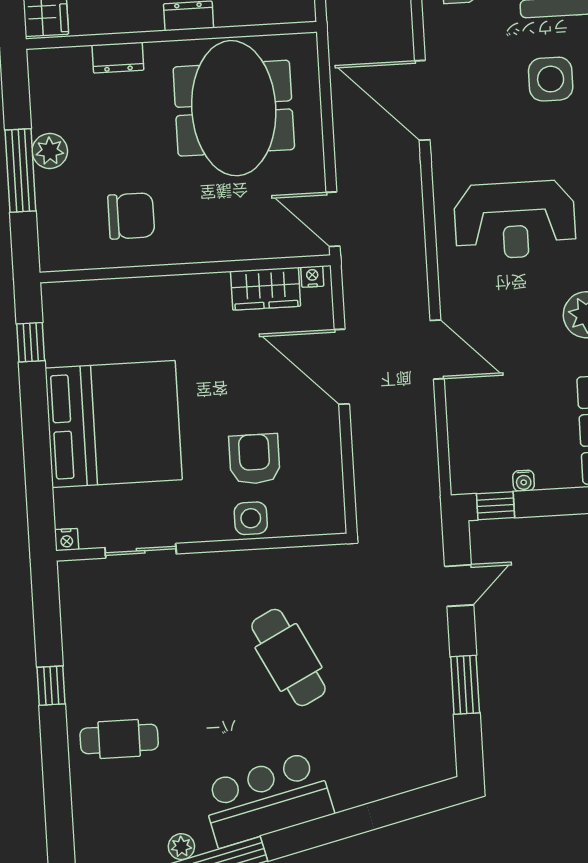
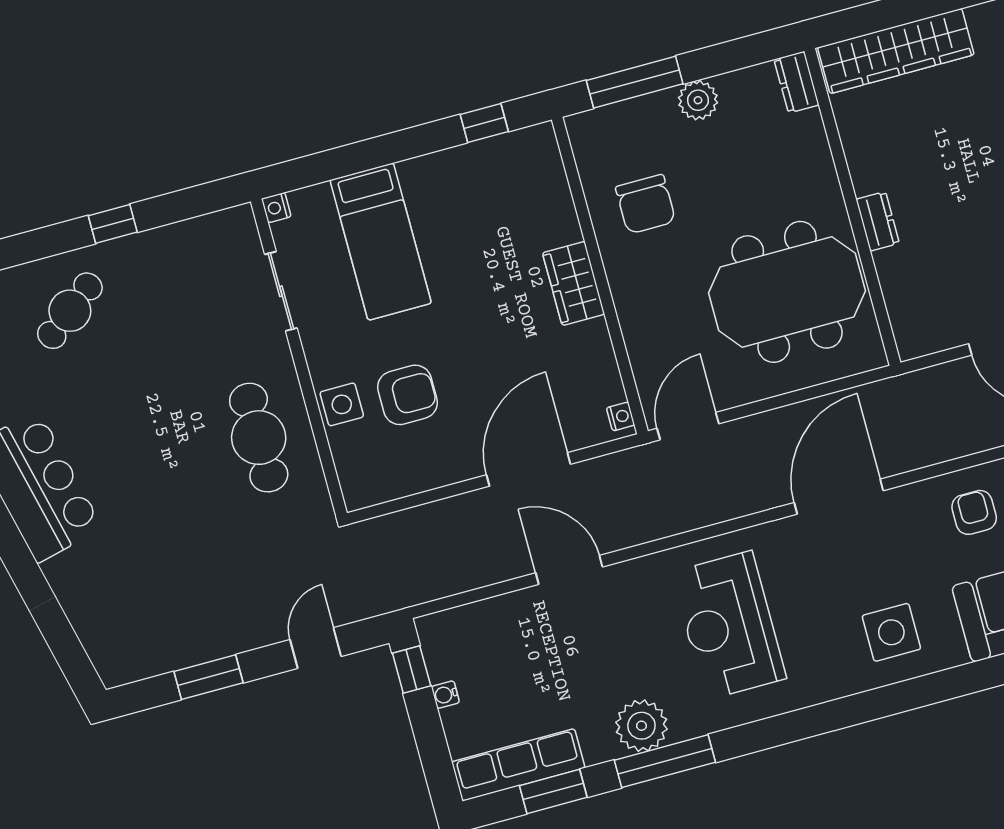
dresser: (118, 58) -> (797, 82), moved
window: (20, 170) -> (635, 82), moved
wardrobe: (266, 289) -> (574, 283), moved
door: (437, 350) -> (569, 570), swing flipped
bed: (114, 424) -> (381, 242), width x0.49
door: (459, 586) -> (316, 648), swing flipped
cafe table: (289, 657) -> (259, 438), moved, turned -63
cafe table: (119, 739) -> (70, 311), turned 52

